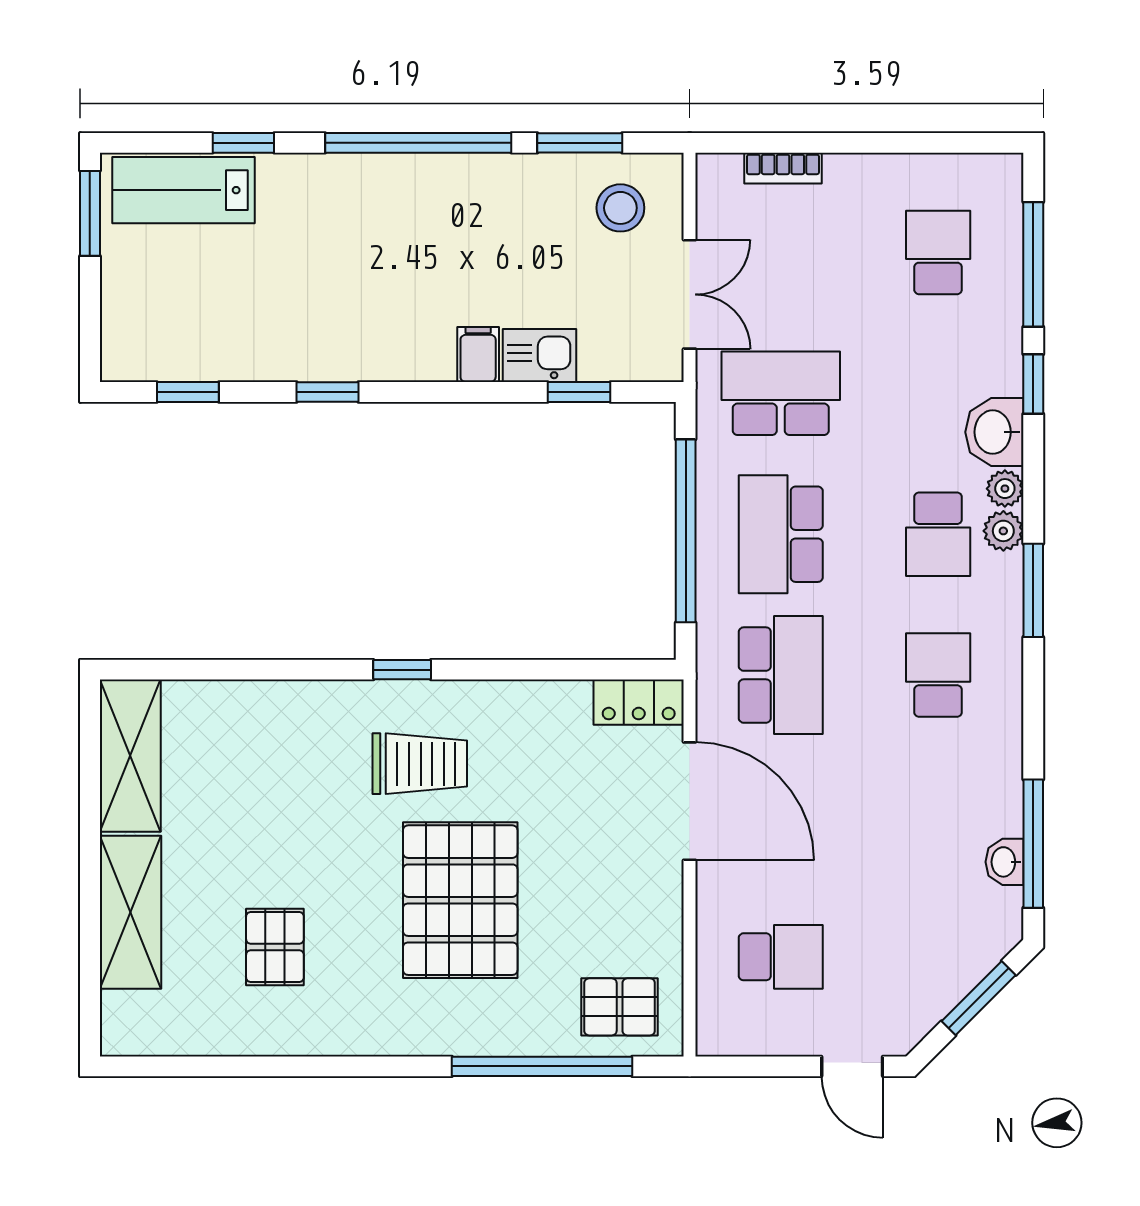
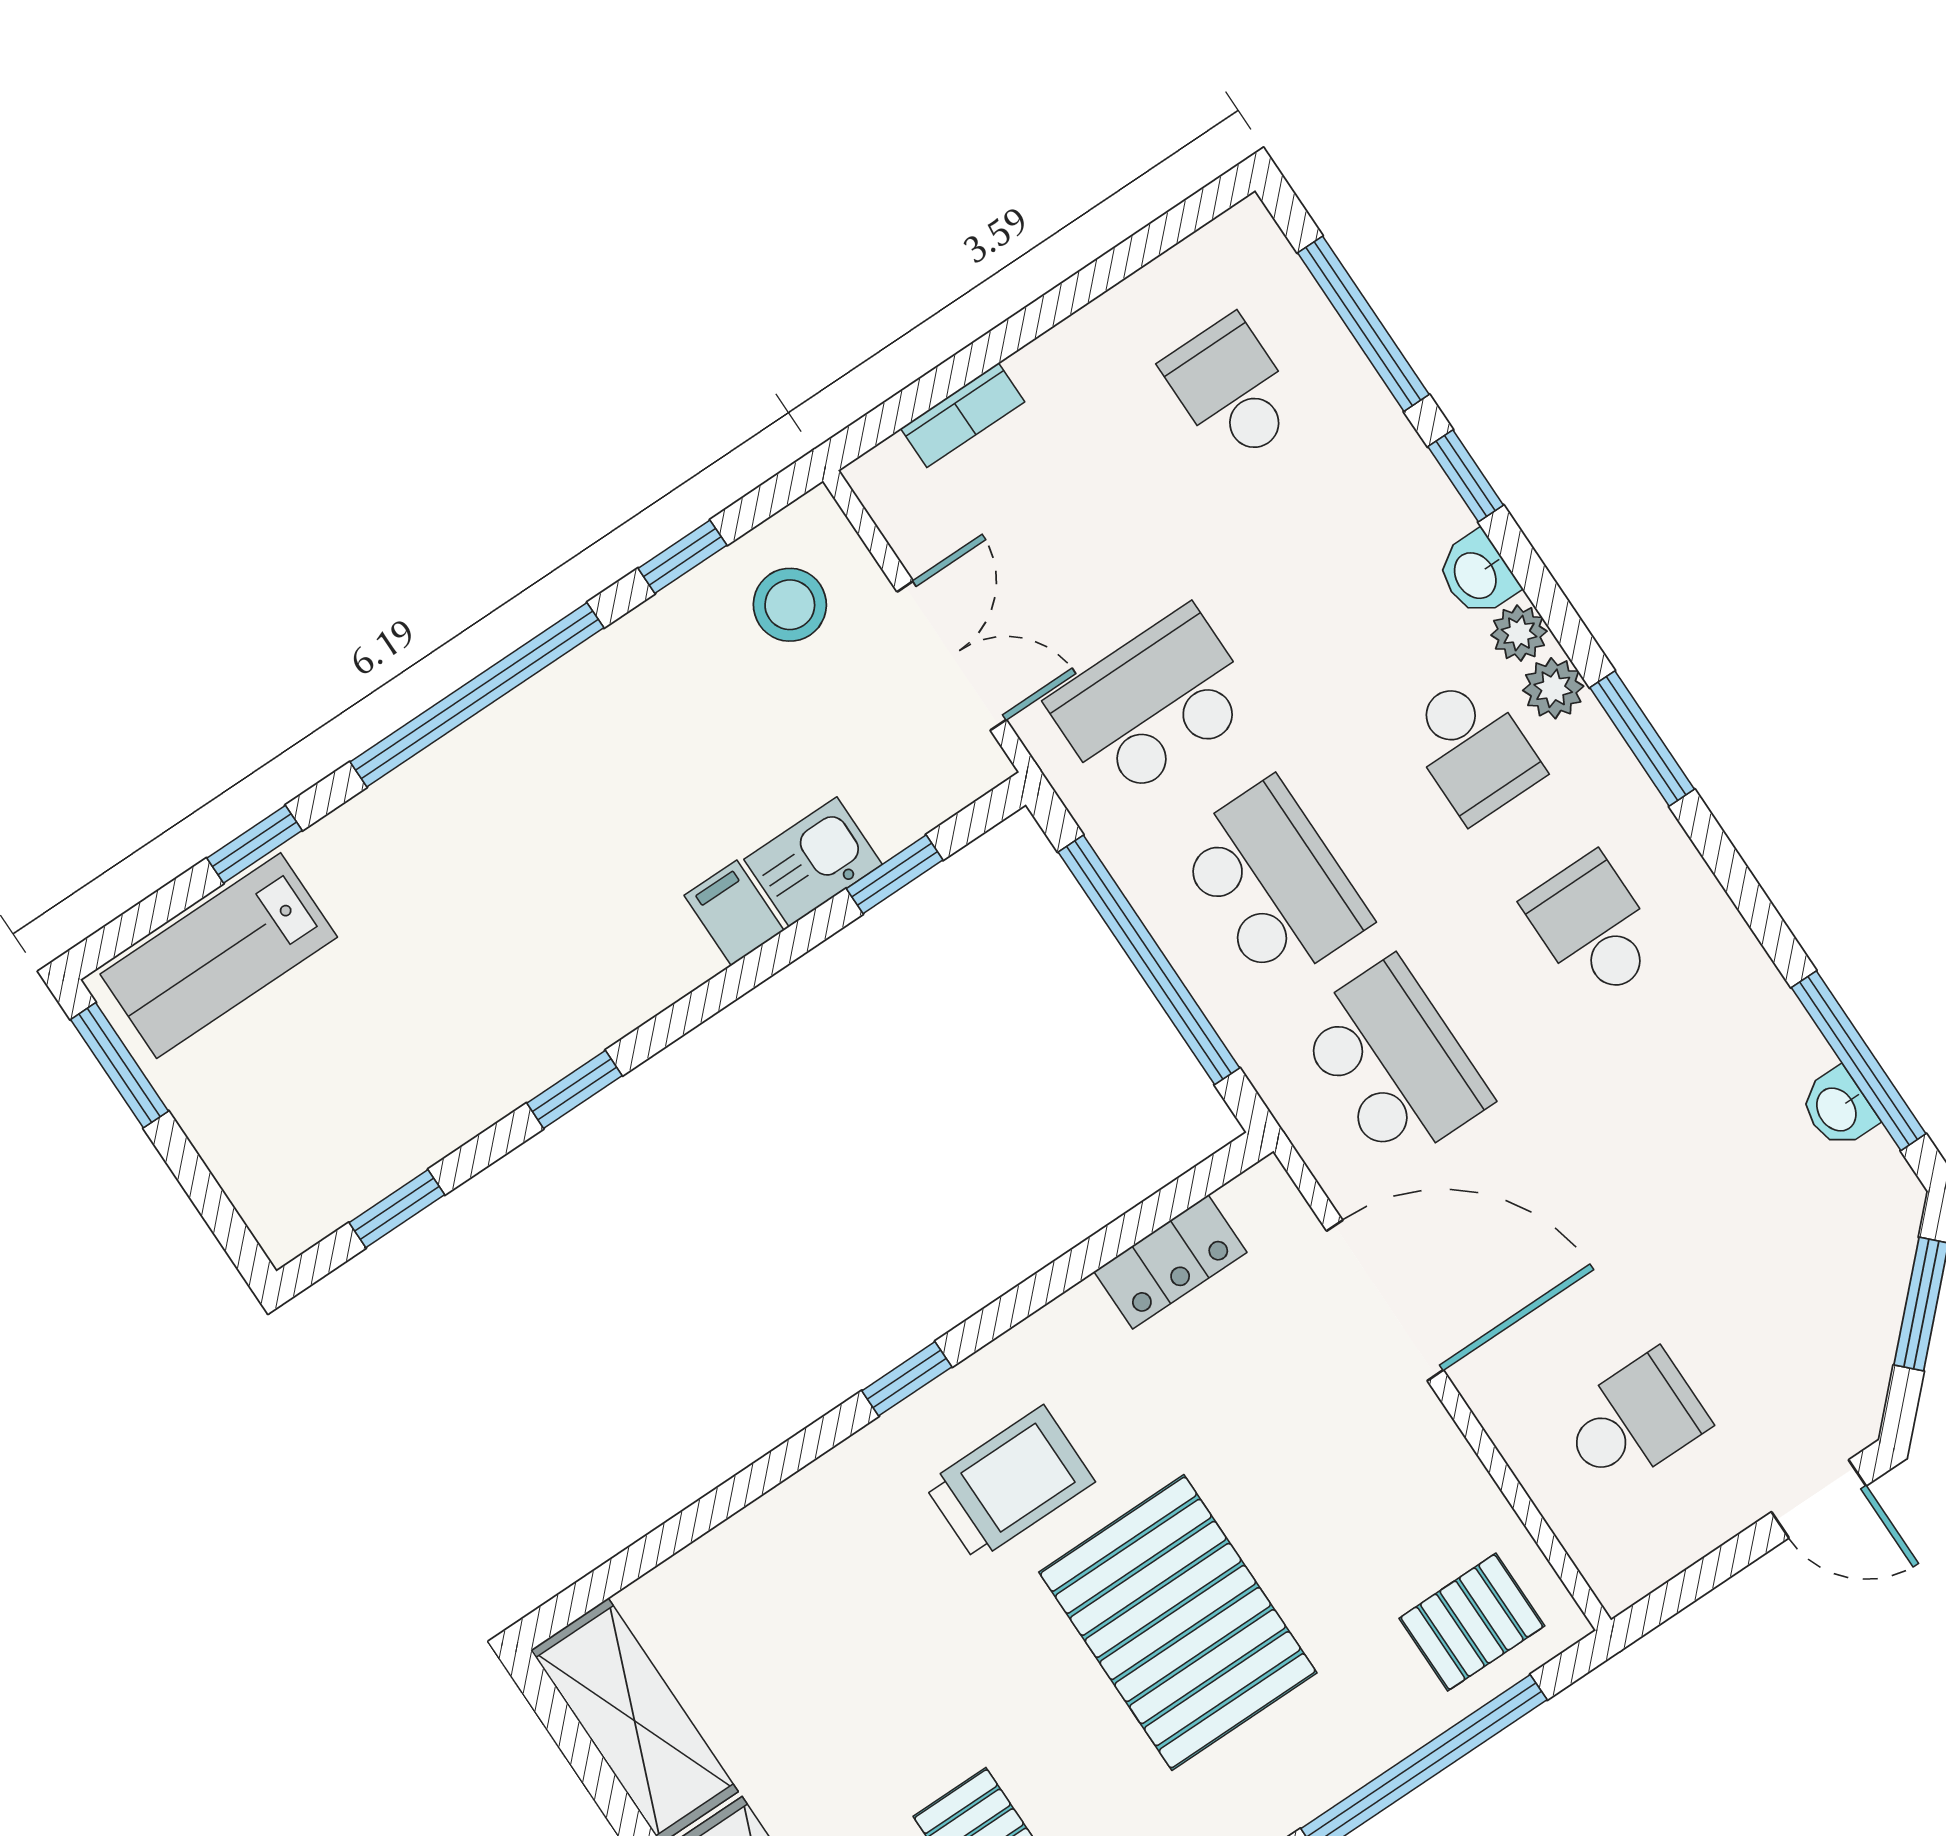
window: (580, 143) -> (682, 557), width x0.67
washbasin: (994, 432) -> (1477, 575), width x0.72, depth x0.69
school desk: (781, 534) -> (1273, 883), turned 180
locker: (639, 702) -> (1170, 1262), moved

